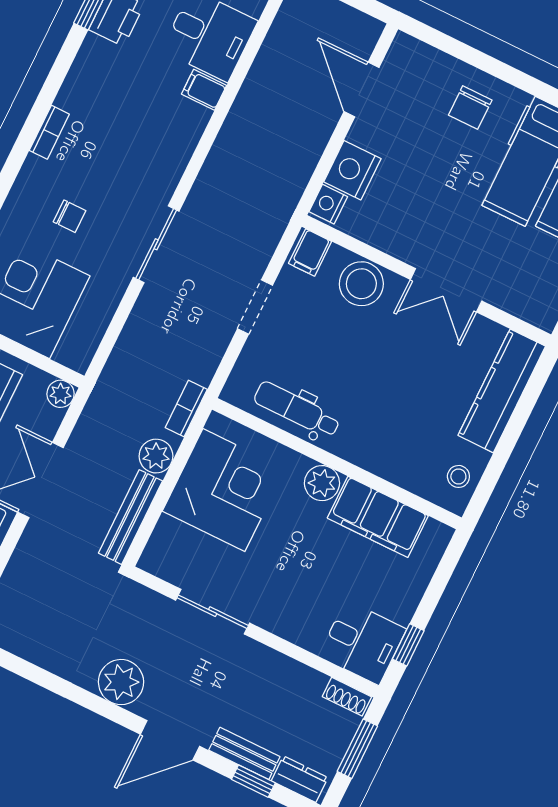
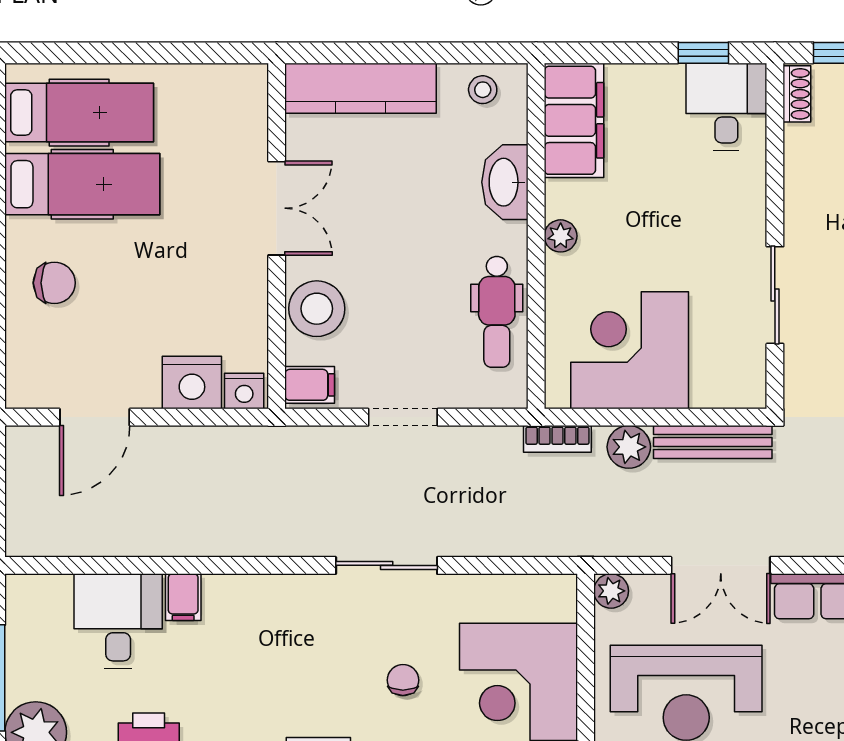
washbasin: (386, 460) -> (505, 182), added
plant: (322, 483) -> (561, 236), width x0.73, depth x0.73
filing cabinet: (378, 517) -> (574, 120), moved

